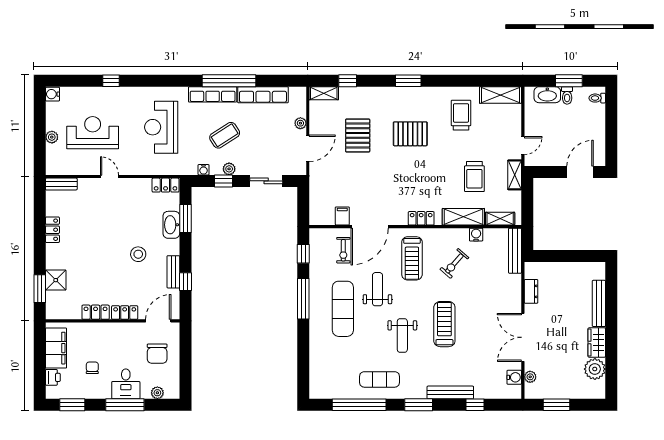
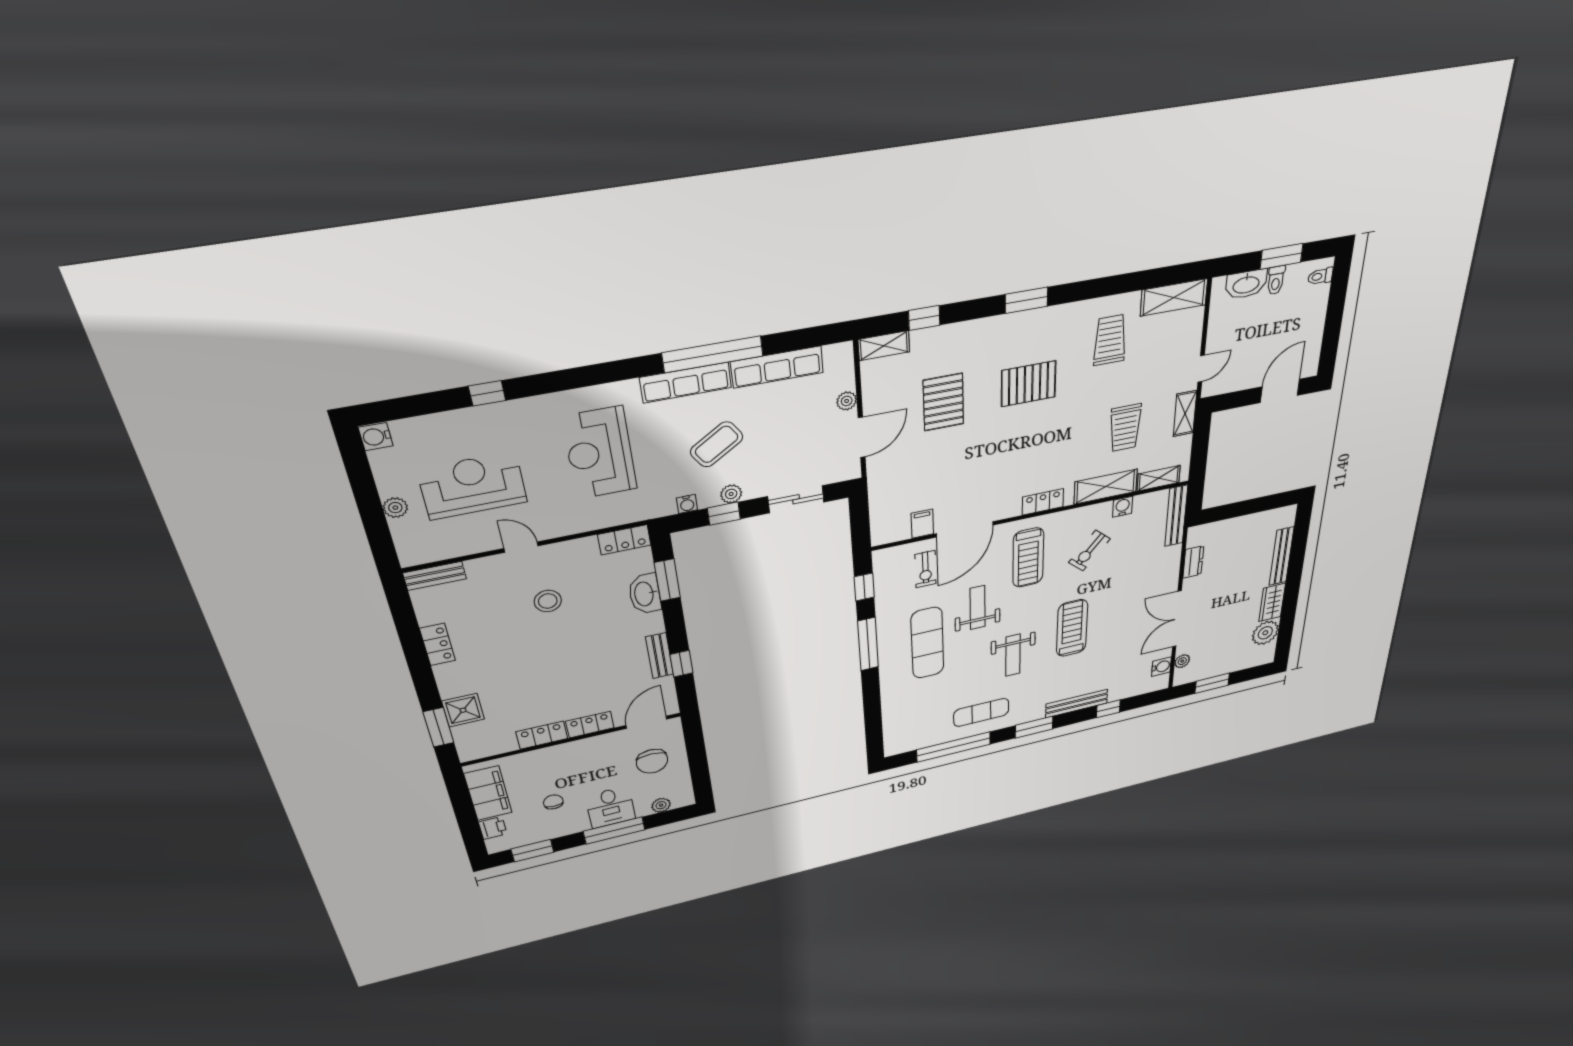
stool: (138, 254) -> (548, 601), moved

